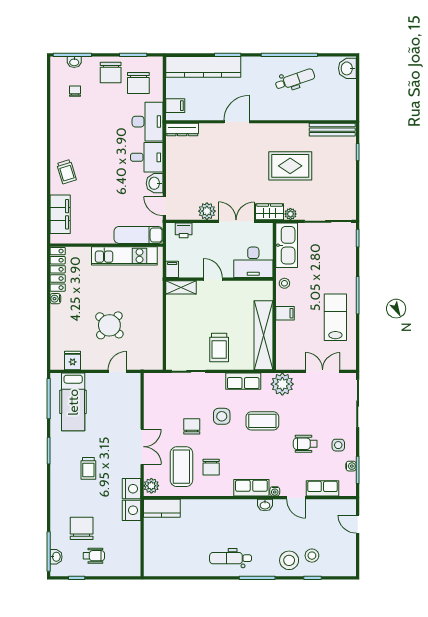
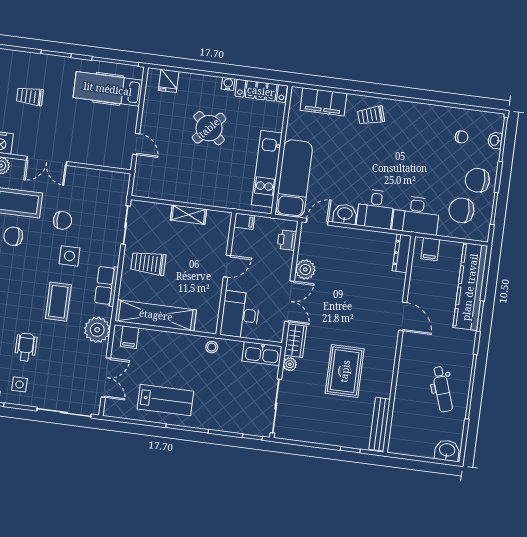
exam couch: (138, 235) -> (294, 178), width x1.36, depth x1.45
kitchen sink: (287, 245) -> (262, 354), width x0.73, depth x0.81
shelving: (181, 287) -> (188, 215), moved, turned 90
filing cabinet: (285, 313) -> (130, 337), moved
round table: (109, 325) -> (209, 128), moved
fridge: (73, 360) -> (169, 81), moved, turned 90

